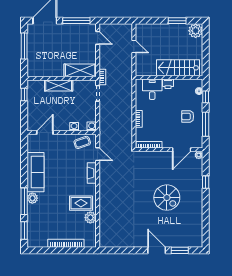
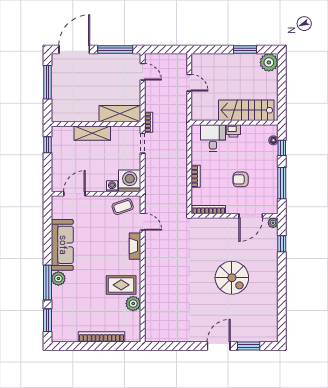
armchair: (188, 116) -> (241, 179), moved
washing machine: (92, 126) -> (130, 181), width x1.89, depth x1.89
window: (206, 182) -> (282, 244), moved
door: (157, 250) -> (219, 346), hinge flipped

